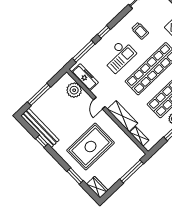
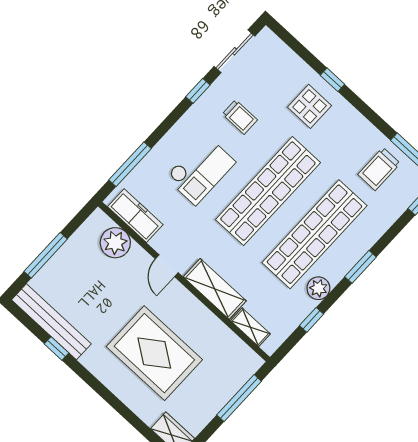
window: (104, 32) -> (198, 91), moved
rug: (90, 147) -> (154, 353), turned 90
window: (75, 176) -> (127, 414), removed

